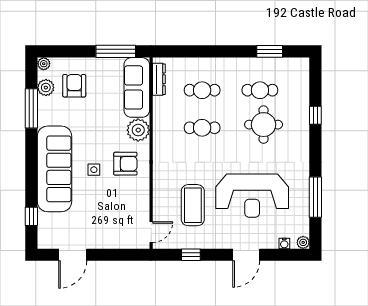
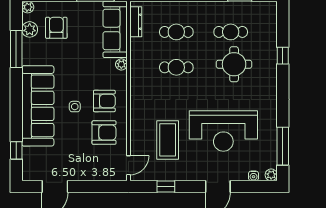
plant: (138, 130) -> (121, 64), width x0.53, depth x0.53
armchair: (125, 197) -> (104, 133), added
window: (315, 197) -> (283, 146), moved

